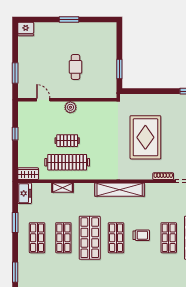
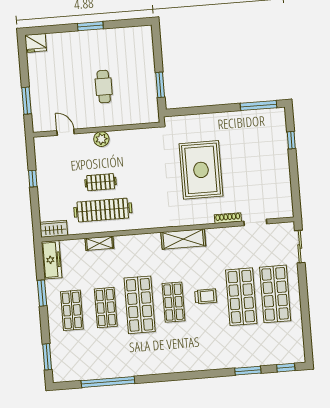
shelving: (120, 190) -> (183, 239), width x0.68
freezer: (25, 193) -> (52, 260), width x1.40
shop shelf: (169, 238) -> (241, 297), width x1.43, depth x1.36

